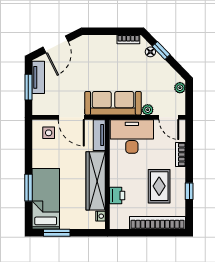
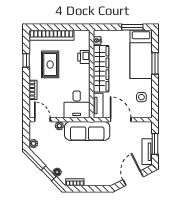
side table: (49, 133) -> (141, 97), moved
desk: (132, 136) -> (77, 104), width x0.73

